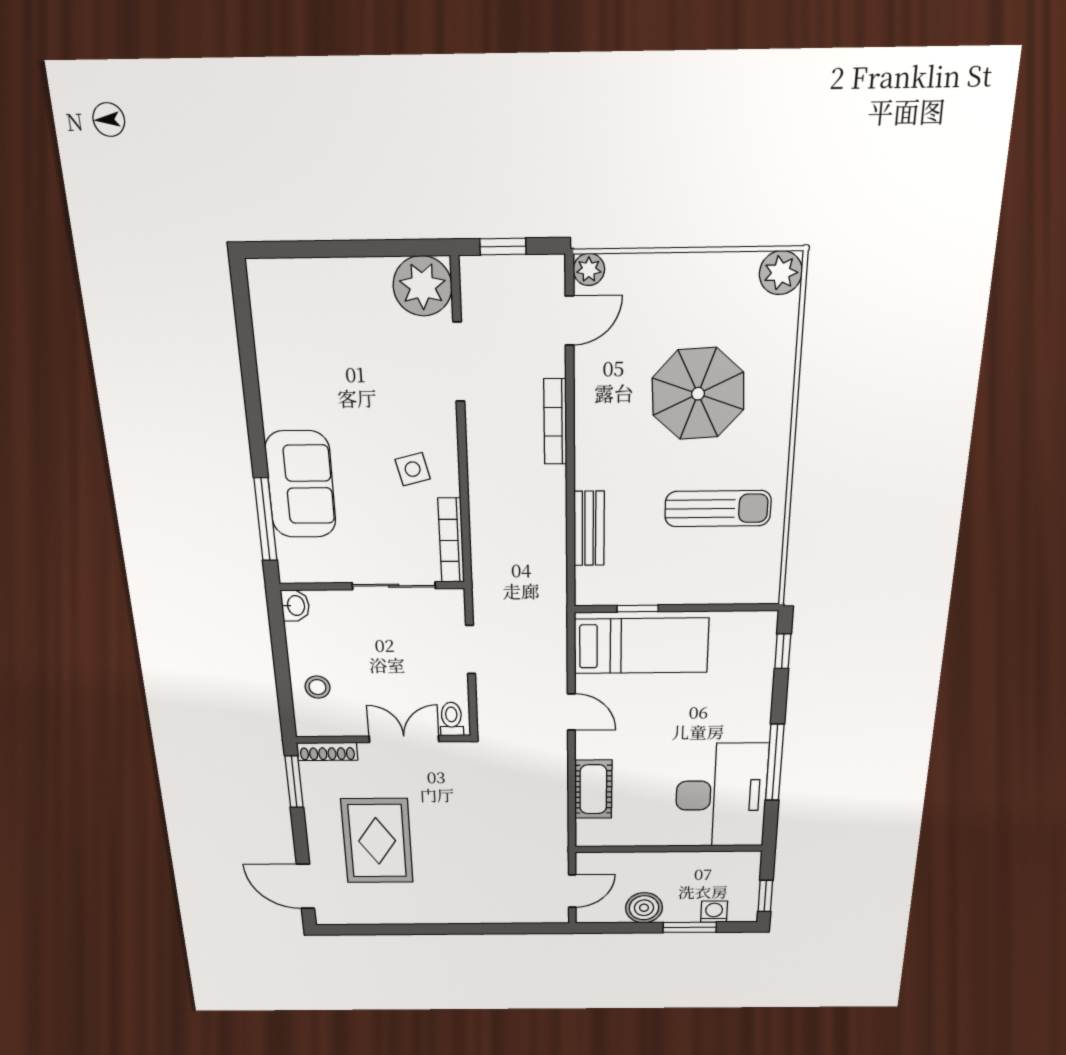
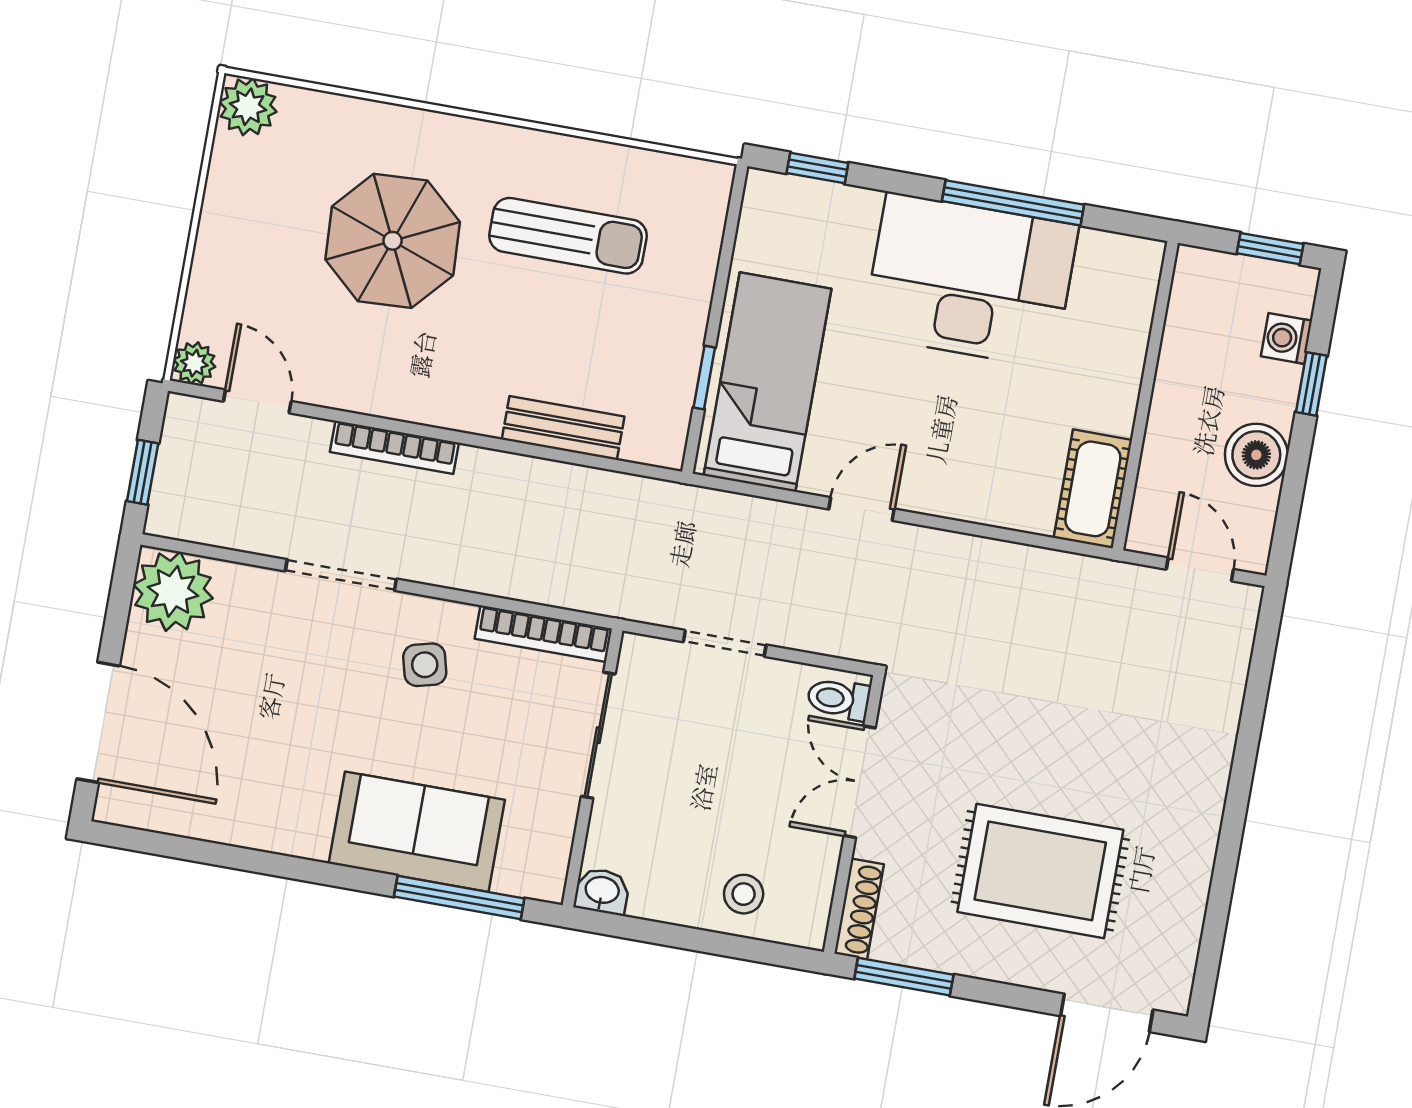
door: (316, 249) -> (98, 722), added
doorway: (459, 362) -> (341, 575), moved
sun lounger: (718, 509) -> (568, 236), turned 90
cot: (593, 789) -> (1093, 489), moved, turned 90
desk: (721, 795) -> (970, 280), moved
window: (690, 927) -> (1311, 384), width x0.67

